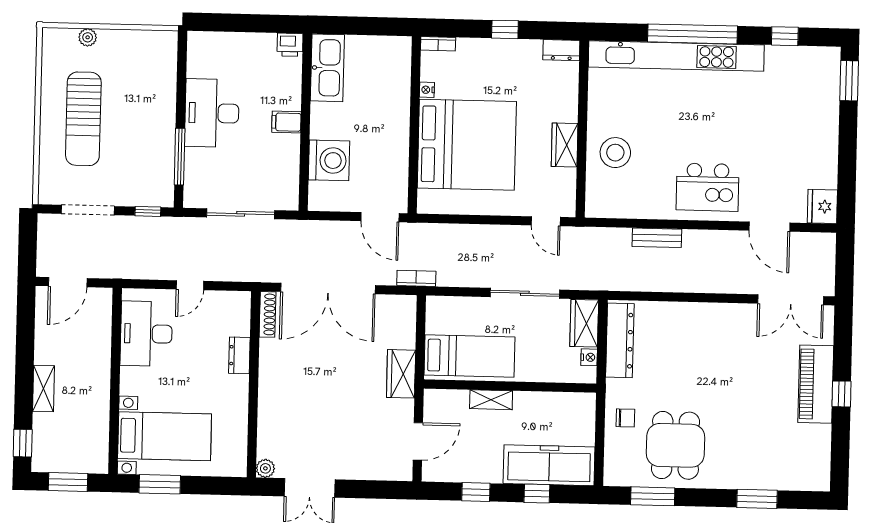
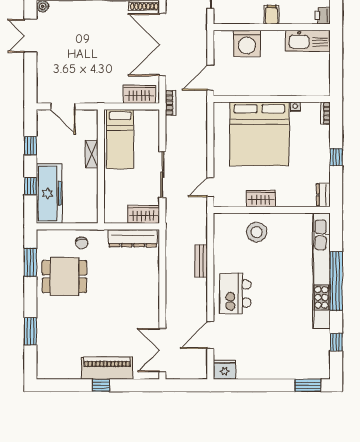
nightstand: (589, 357) -> (121, 218), removed
wardrobe: (401, 374) -> (139, 94), moved

